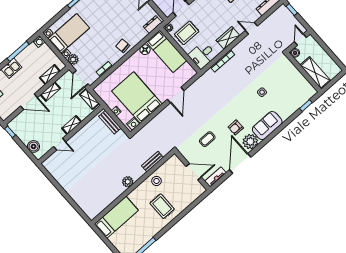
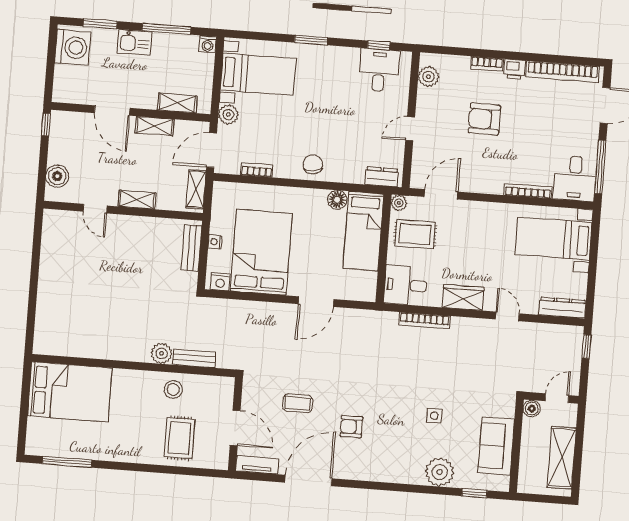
shelving: (315, 73) -> (562, 458), moved
sofa: (267, 126) -> (496, 446), moved, turned -90
plant: (250, 142) -> (440, 472), moved
plant: (128, 182) -> (161, 353), moved
rug: (162, 206) -> (179, 438), moved
bed: (116, 217) -> (70, 392), width x1.50

